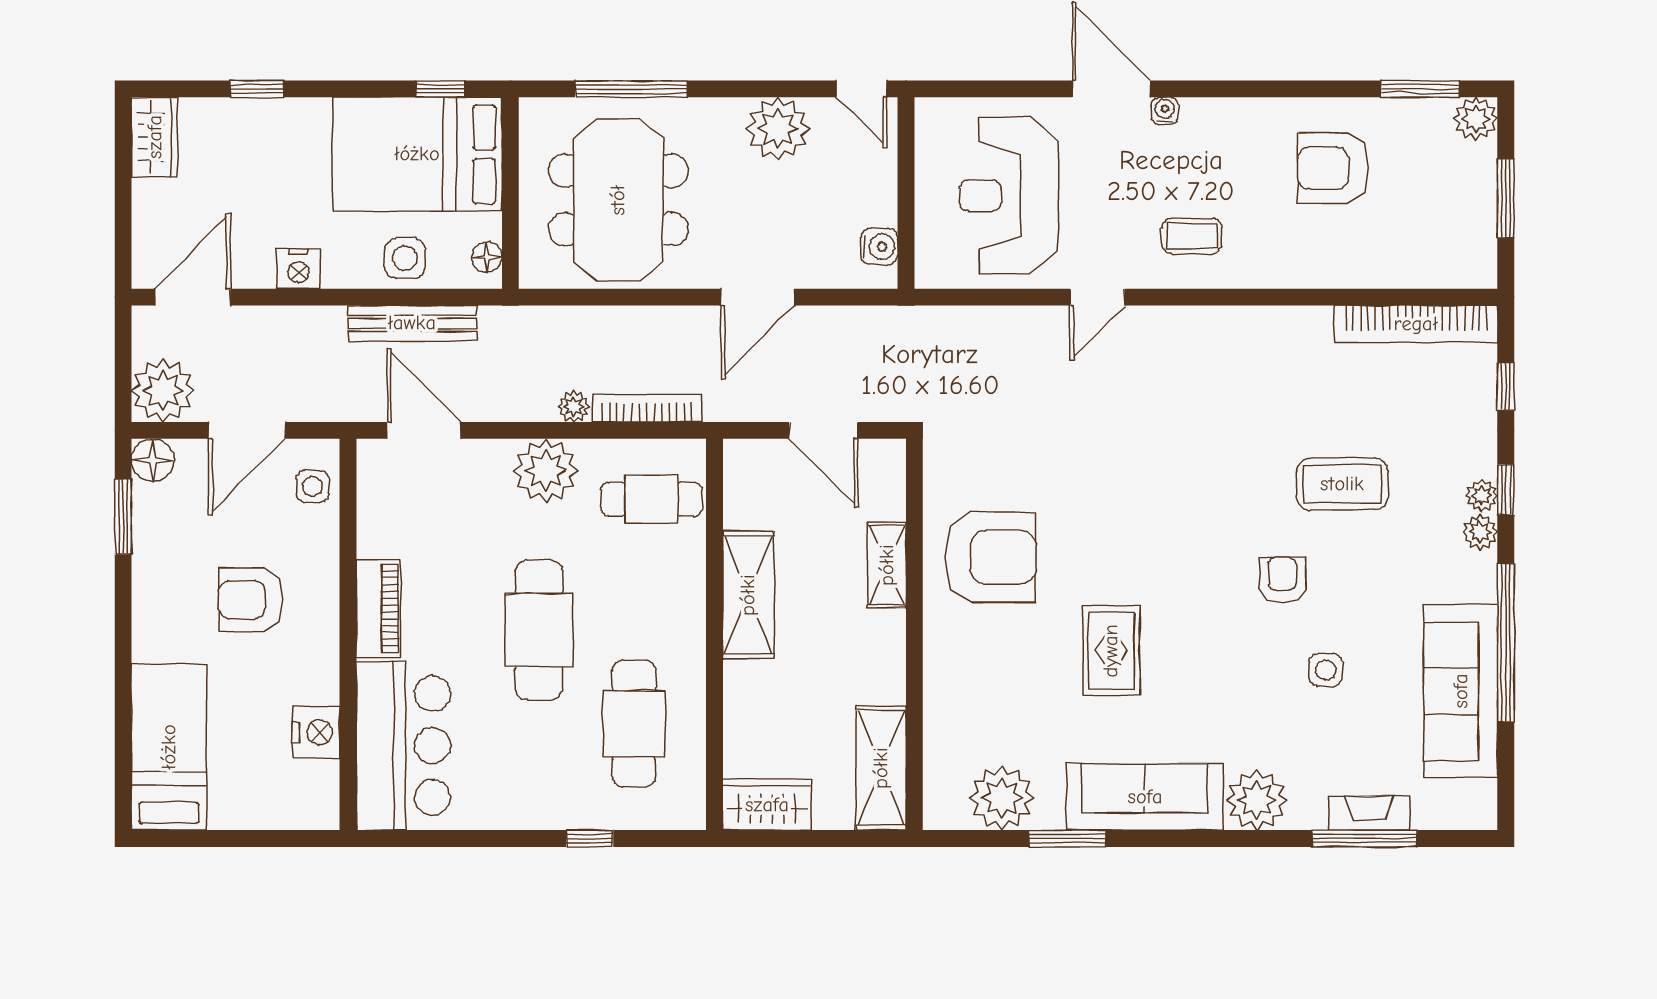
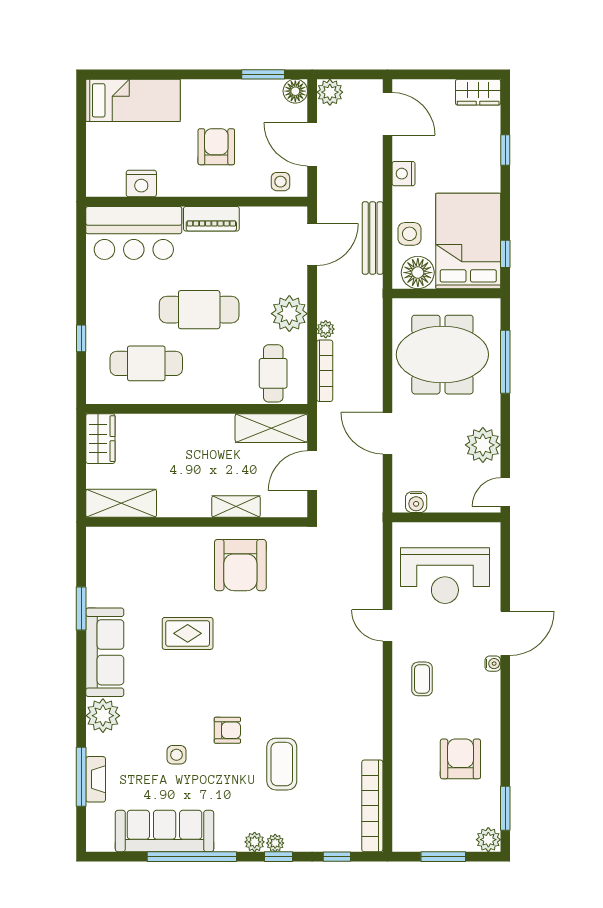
reception desk: (1009, 196) -> (445, 576), turned 180
floor lamp: (487, 257) -> (418, 273), width x1.89, depth x1.89
plant: (163, 391) -> (330, 92), width x0.73, depth x0.73
shelving: (748, 595) -> (271, 428), moved
plant: (1002, 798) -> (104, 572), removed

